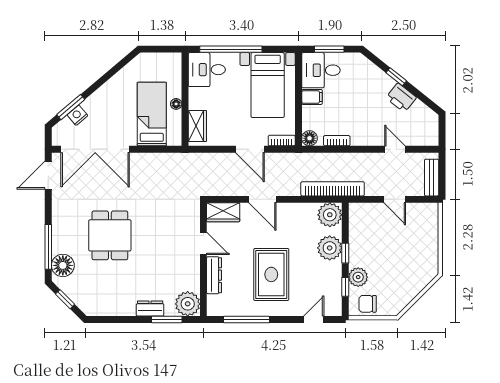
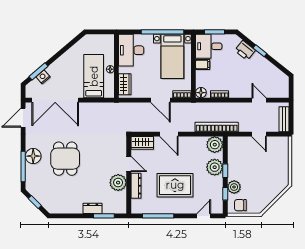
window: (231, 49) -> (162, 32), moved
desk: (207, 70) -> (131, 50), width x1.37
printer: (401, 98) -> (245, 50), moved
floor lamp: (63, 265) -> (33, 156), moved
rug: (271, 274) -> (175, 185), turned 90
plant: (188, 304) -> (118, 183), moved

